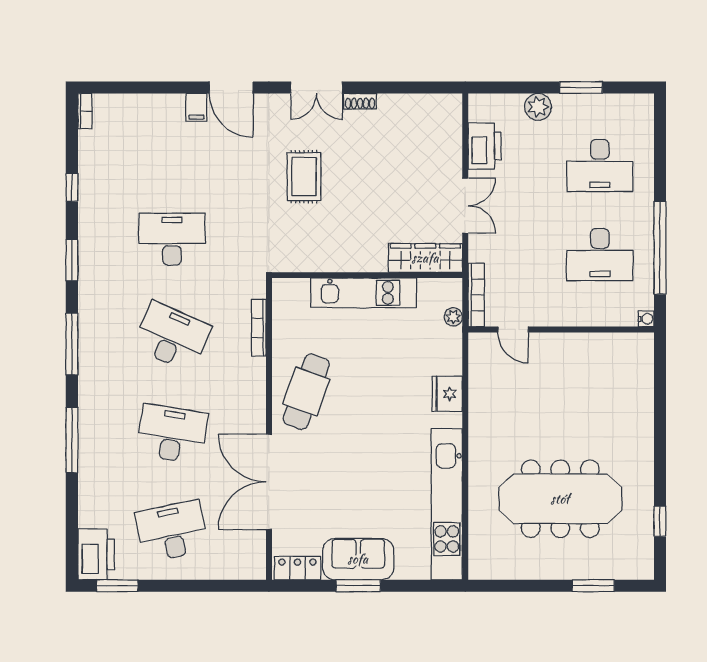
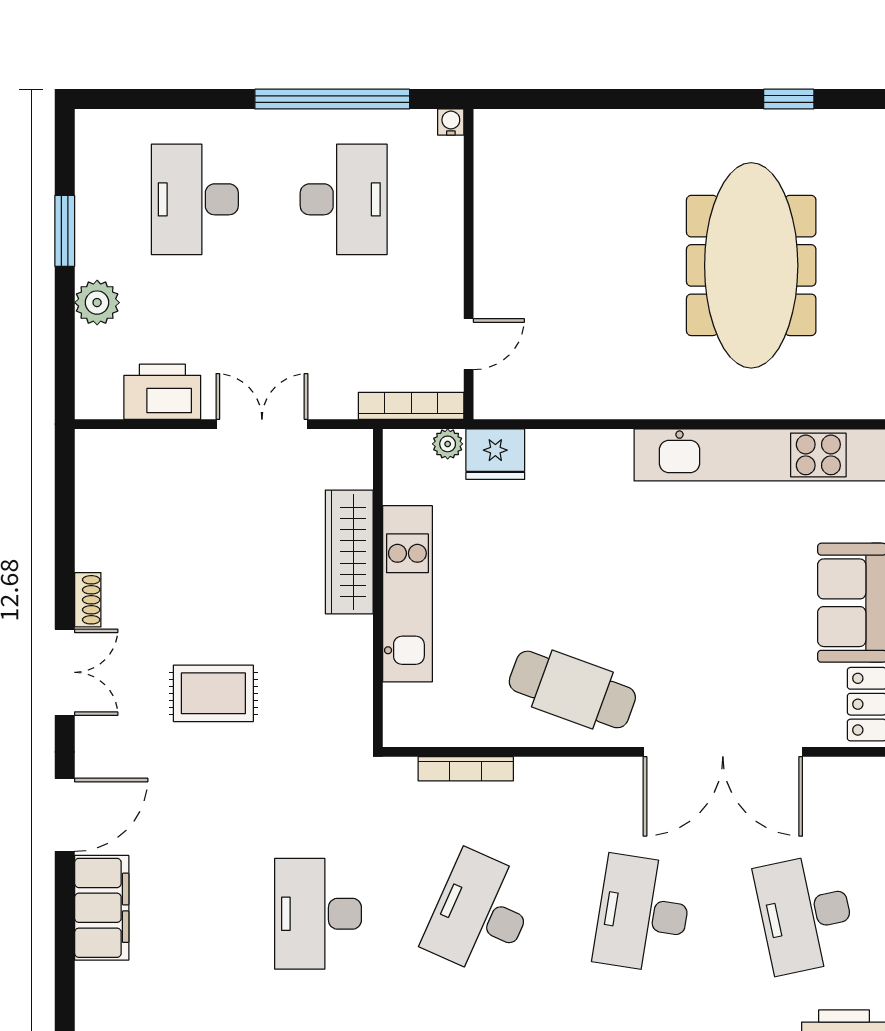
filing cabinet: (196, 107) -> (102, 908), width x3.00, depth x1.17
desk: (600, 165) -> (195, 199), turned 180
wardrobe: (425, 258) -> (349, 552), moved
fridge: (447, 394) -> (495, 454), moved

